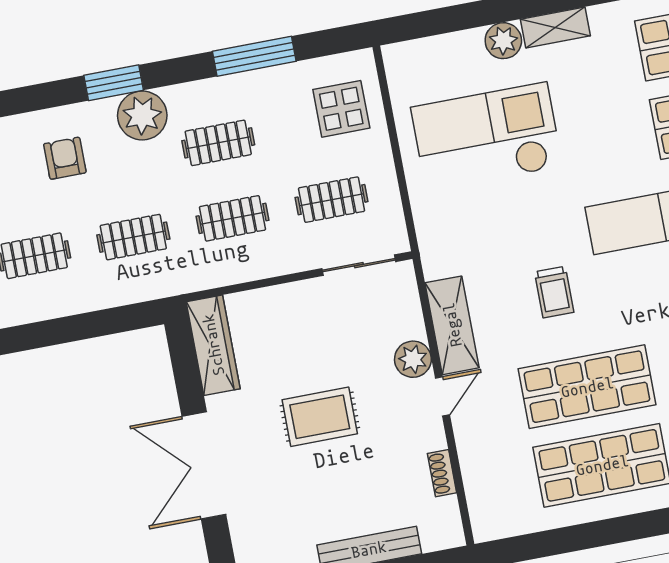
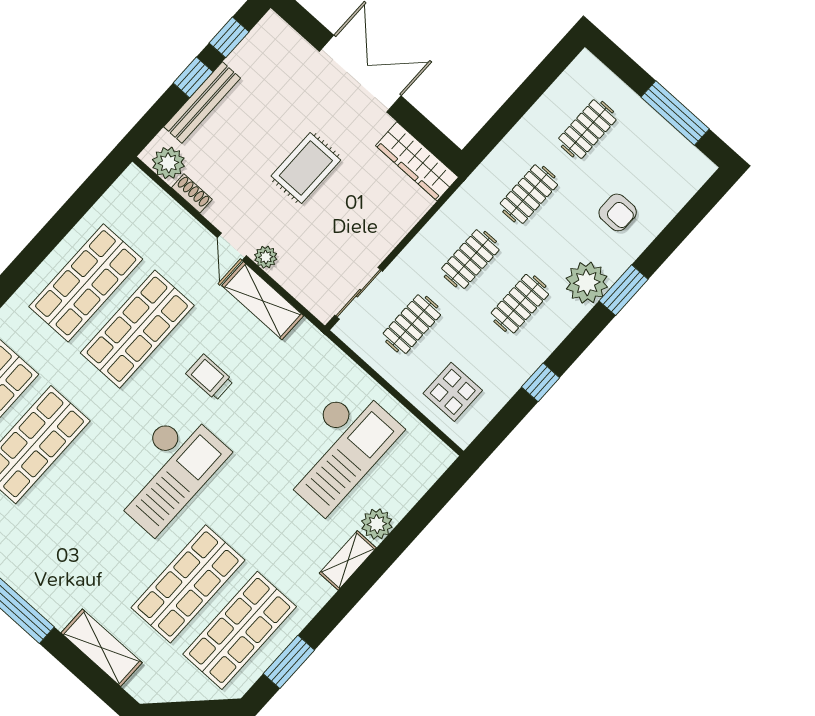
window: (254, 56) -> (541, 382), width x0.46
plant: (413, 359) -> (266, 257), width x0.73, depth x0.73
plant: (442, 517) -> (168, 163), added

